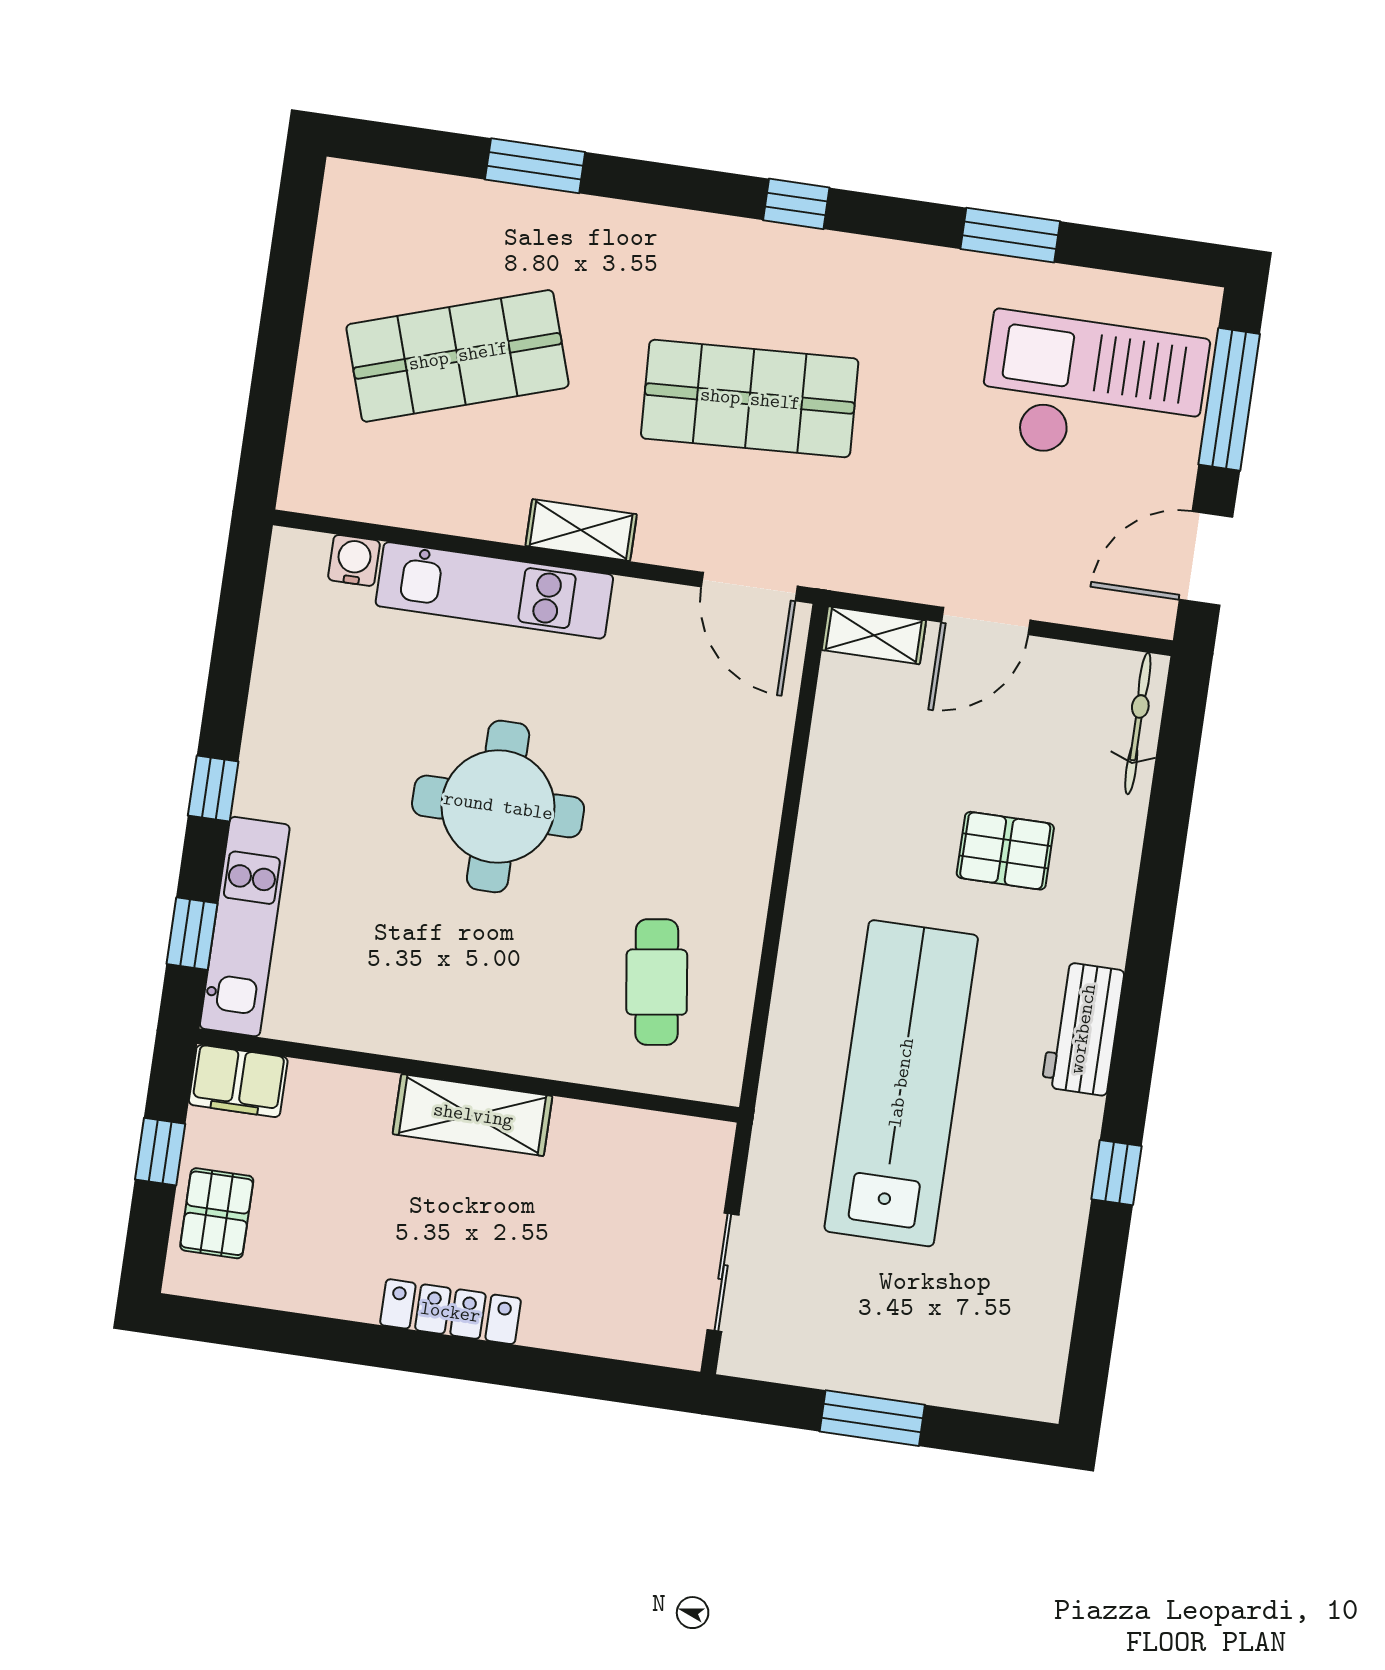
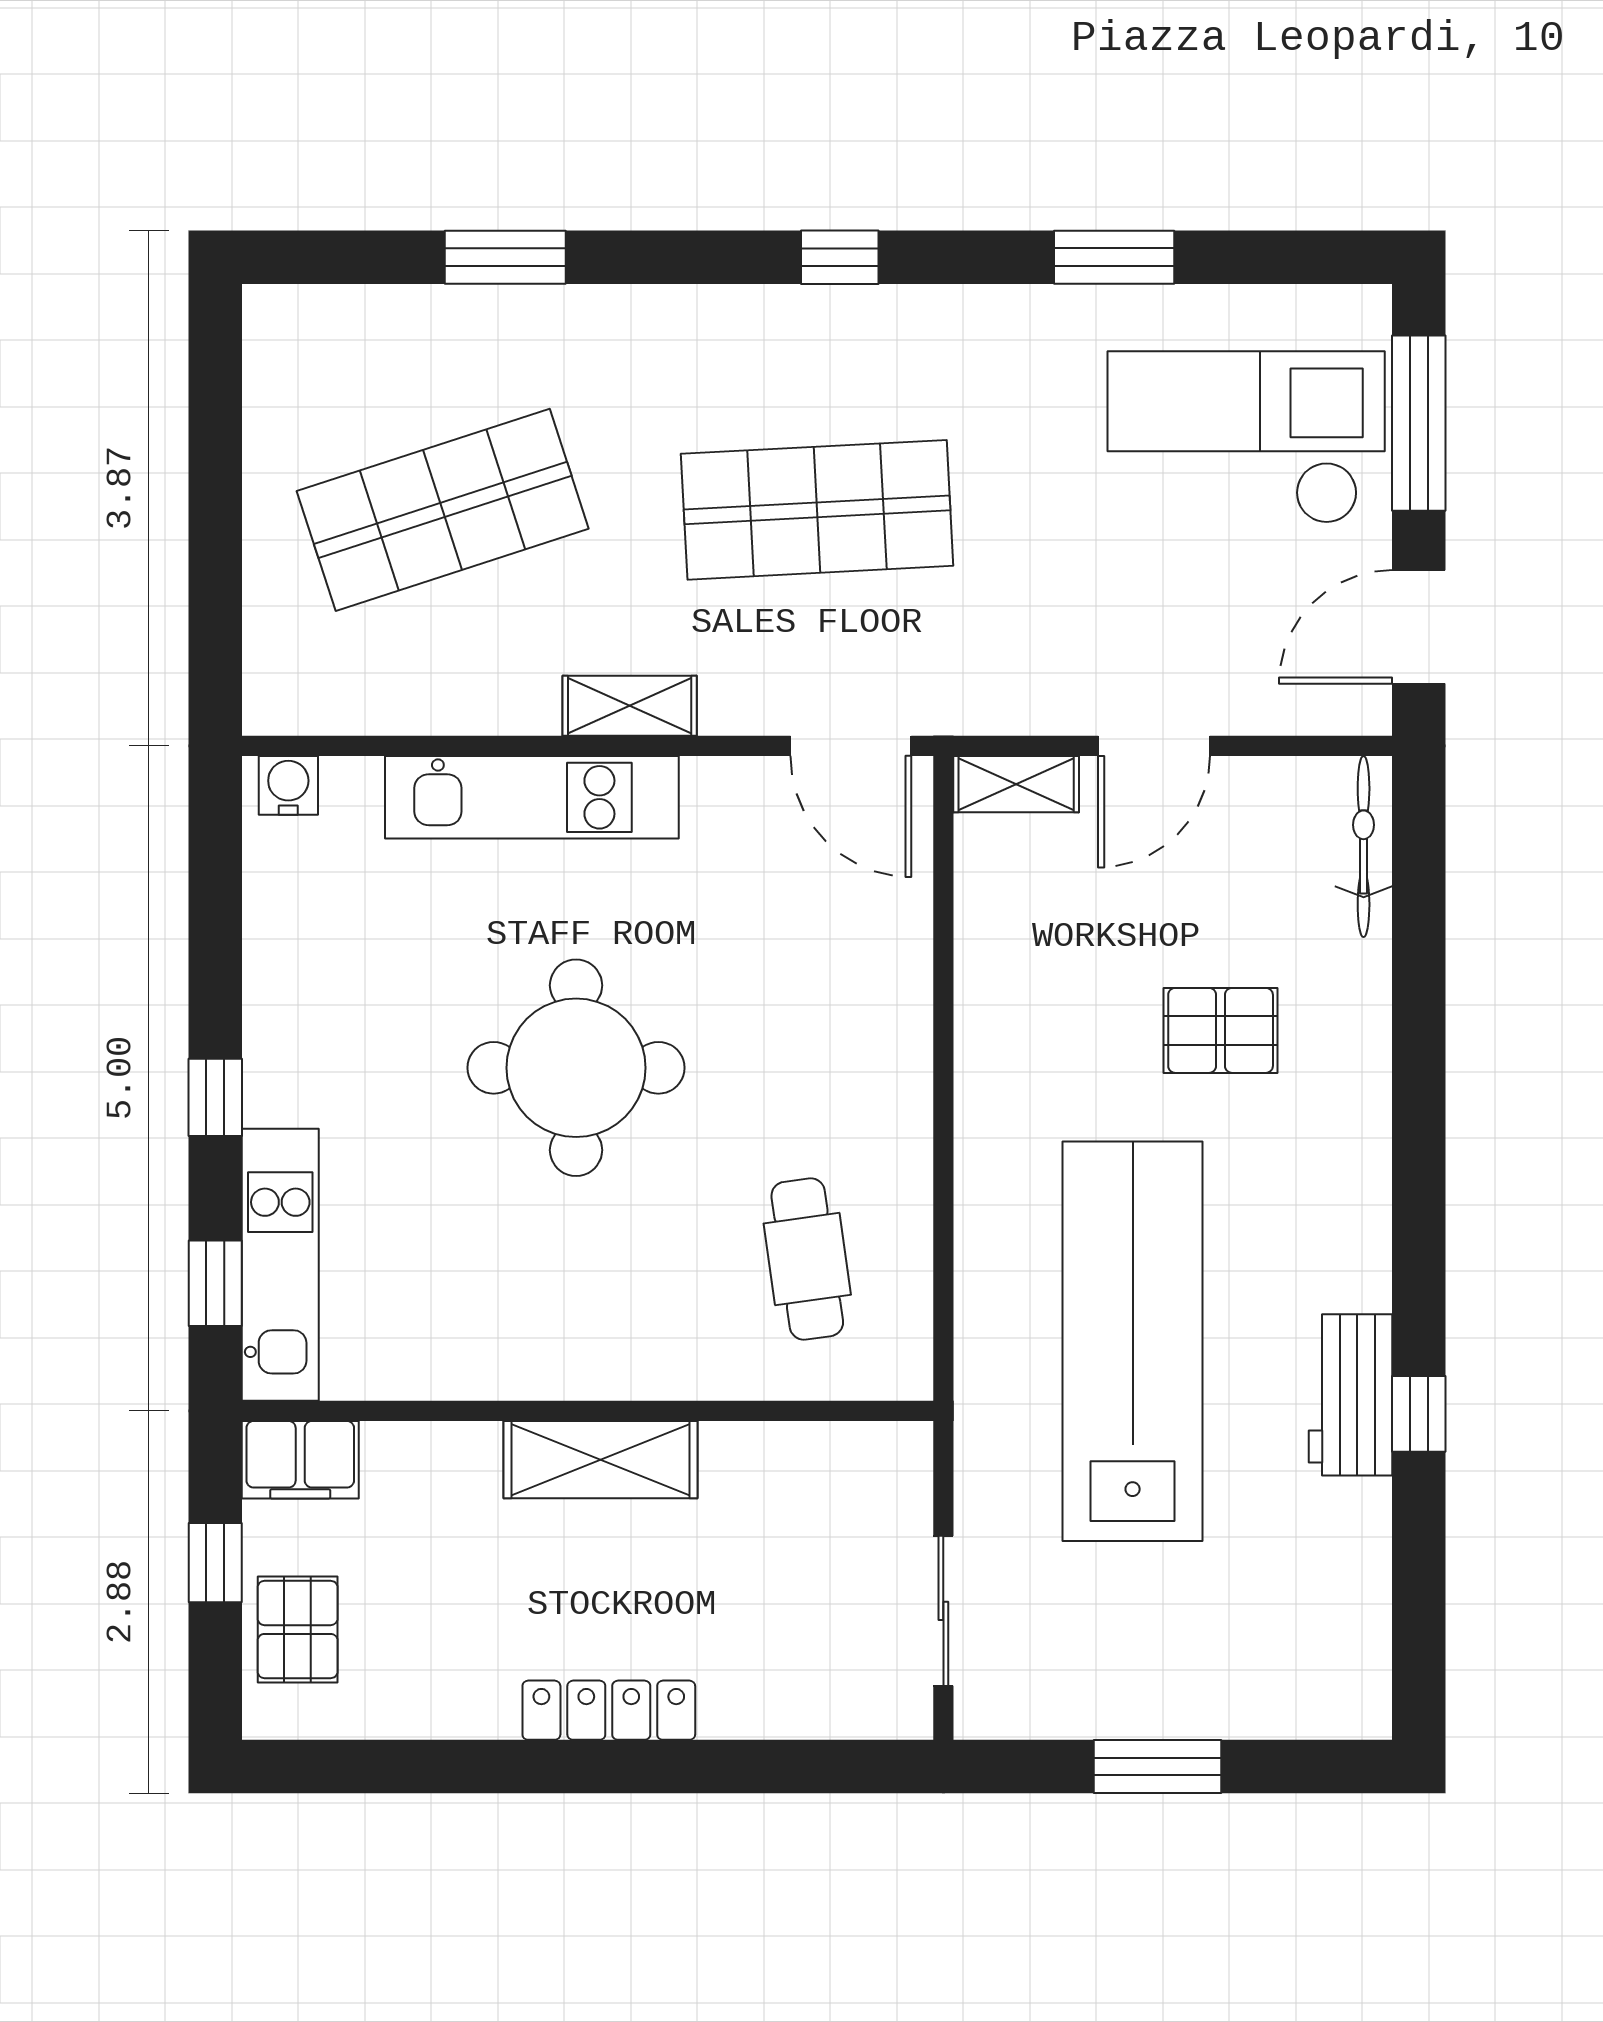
water cooler: (354, 560) -> (288, 785), moved
workbench: (1083, 1029) -> (1351, 1395), moved

